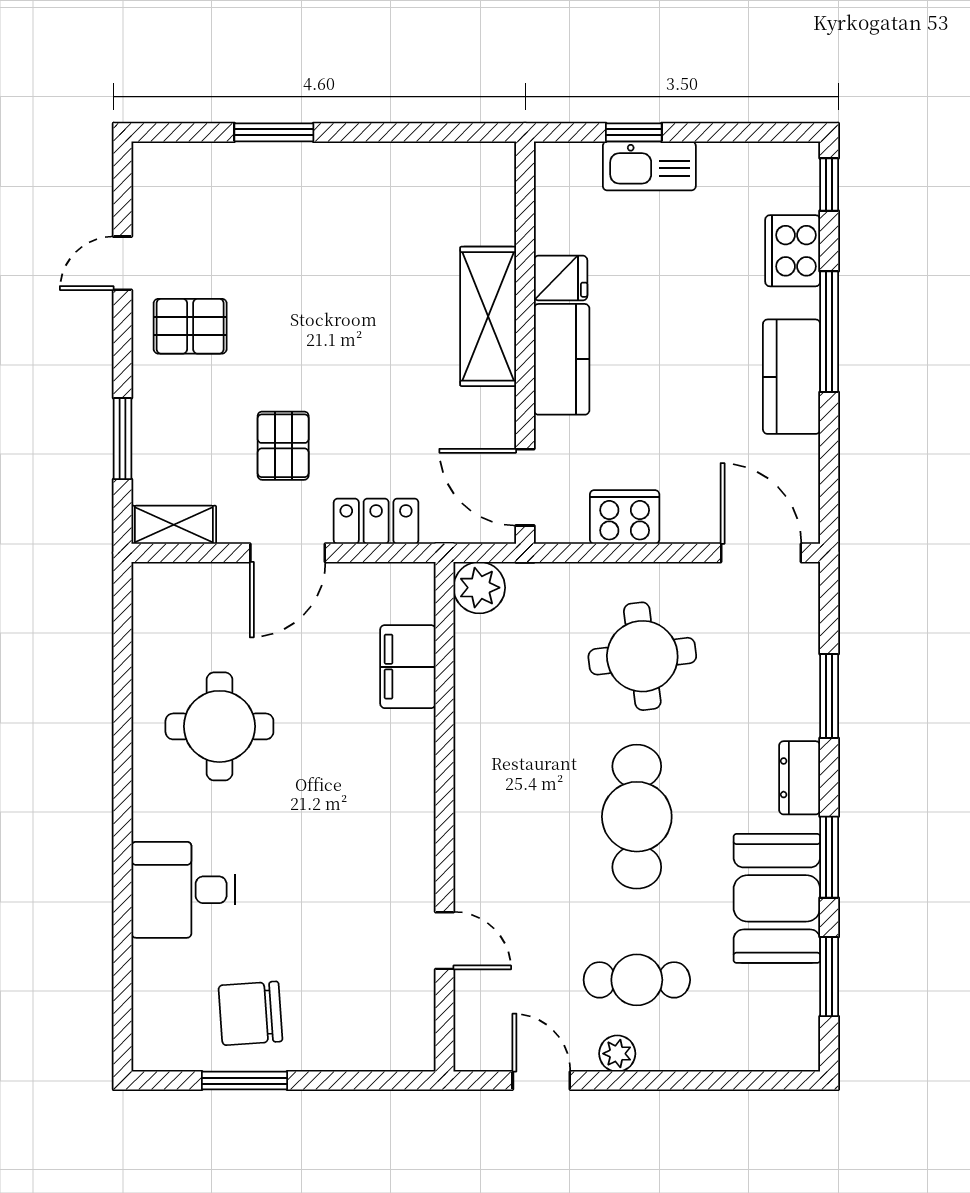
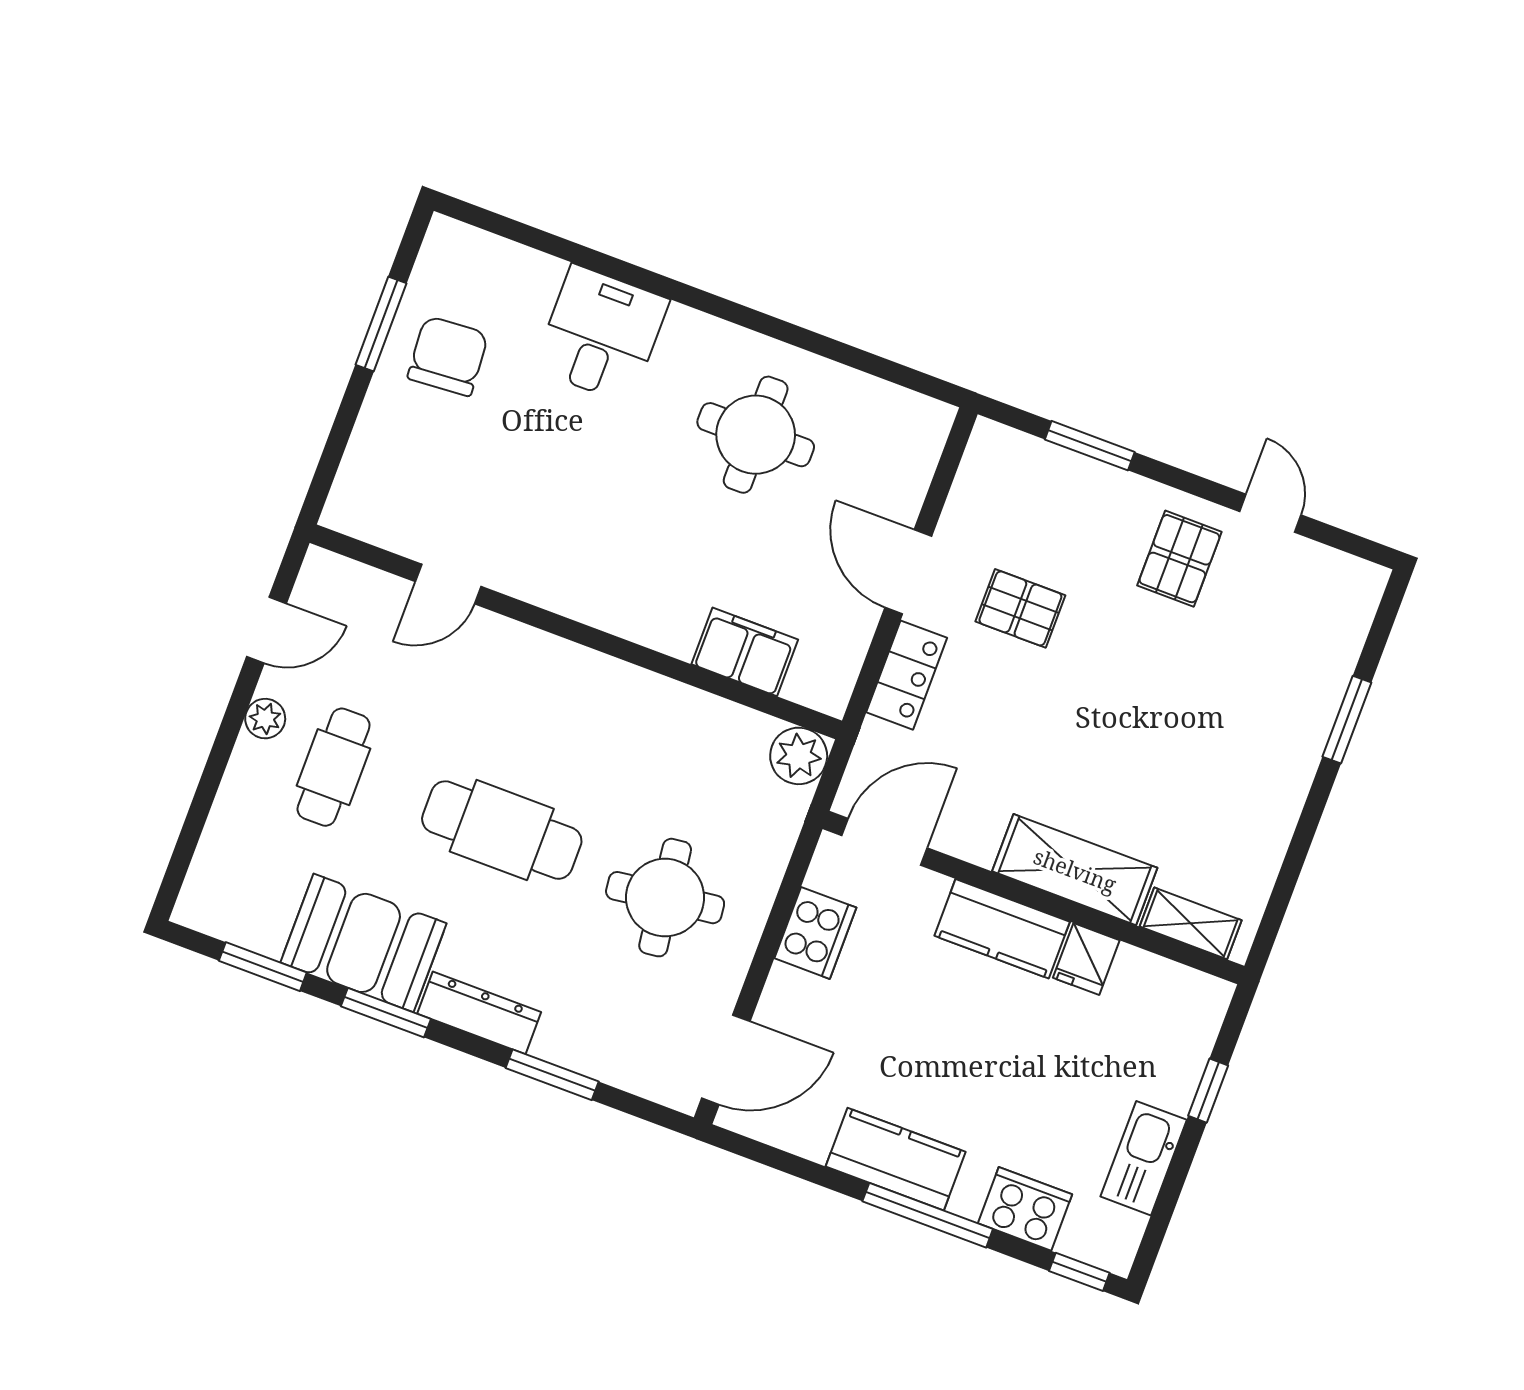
kitchen sink: (649, 166) -> (1144, 1158), moved
shelving: (174, 525) -> (1191, 923), moved, turned 90
dresser: (800, 778) -> (479, 1013), width x1.44

